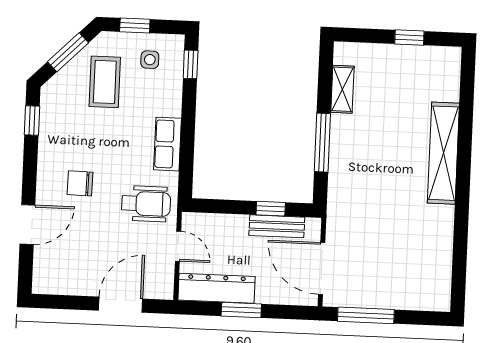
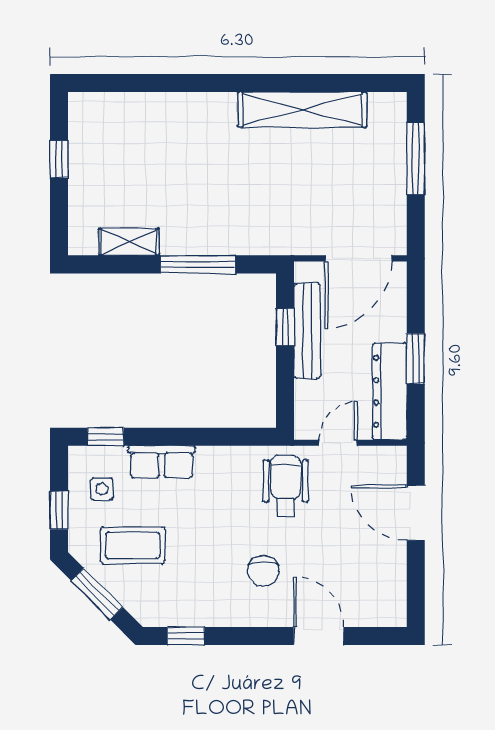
row of seats: (167, 144) -> (162, 462), moved
shelving: (443, 153) -> (302, 110), moved
bench: (277, 226) -> (307, 331), width x1.36
window: (366, 315) -> (416, 158), moved

